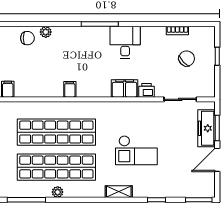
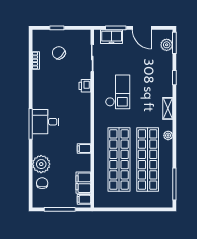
plant: (46, 32) -> (41, 164), width x1.87, depth x1.87
desk: (125, 42) -> (46, 122), moved
filing cabinet: (125, 88) -> (83, 183), moved
freezer: (206, 128) -> (112, 37), width x0.71
checkout: (136, 150) -> (118, 92), moved
plant: (197, 190) -> (167, 45), added
plant: (58, 192) -> (168, 135), moved

